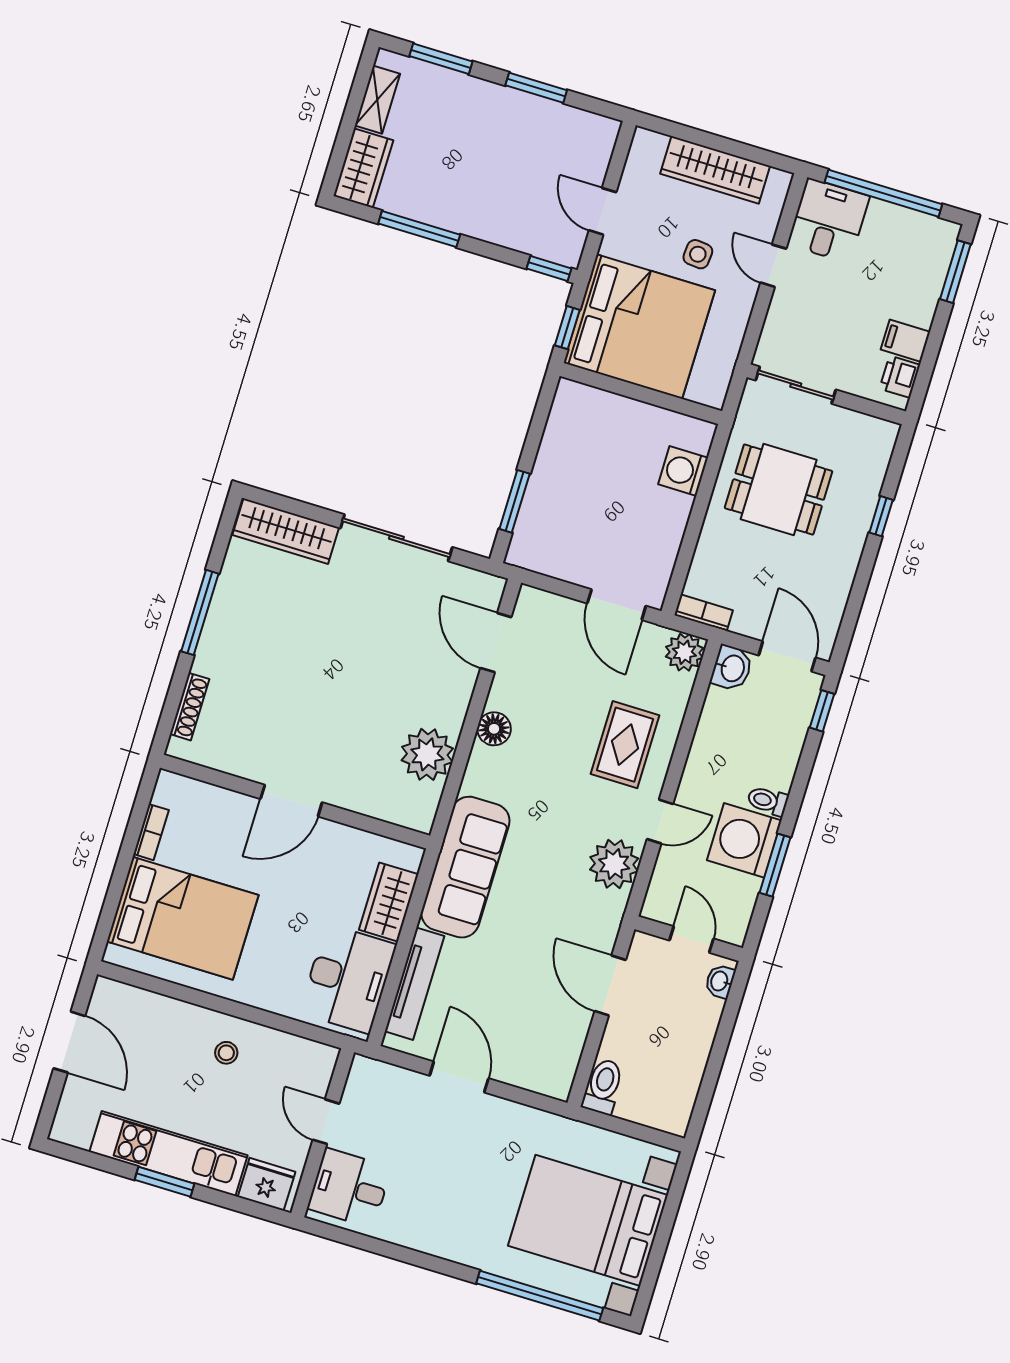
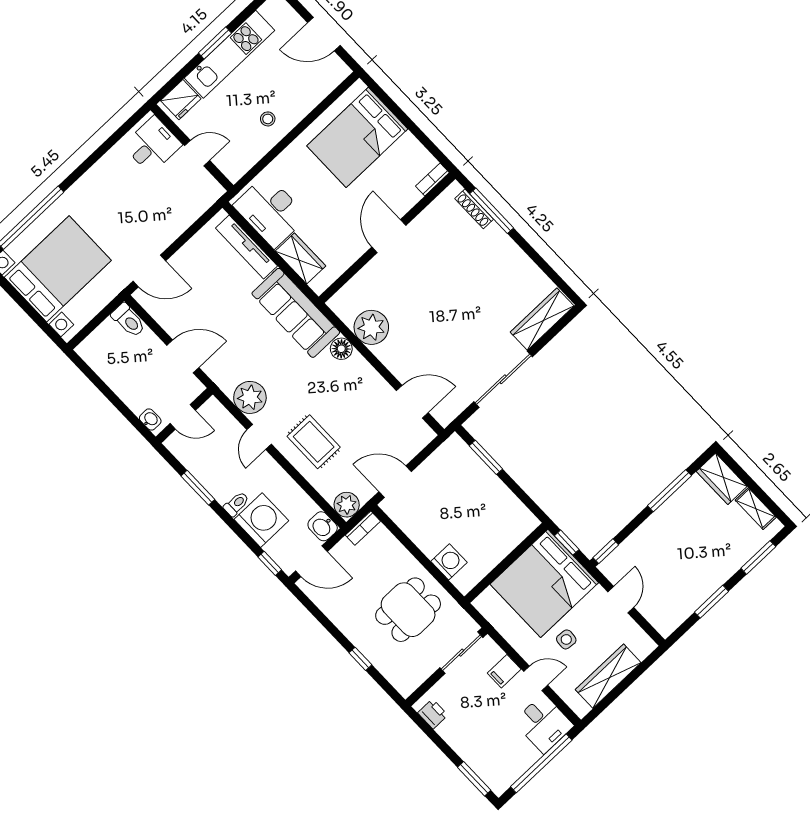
door: (603, 211) -> (621, 600), hinge flipped
filing cabinet: (905, 341) -> (504, 671), moved, turned 180
window: (200, 612) -> (492, 211), moved
floor lamp: (494, 729) -> (341, 349), moved
bookcase: (151, 832) -> (432, 179), moved, turned 90
washing machine: (744, 840) -> (261, 520), moved
door: (459, 1077) -> (149, 271), moved

